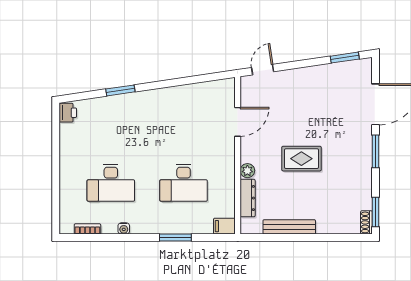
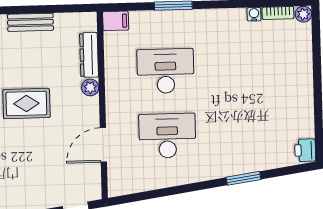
desk: (111, 183) -> (167, 136), moved
plant: (66, 227) -> (303, 14), added
bench: (289, 227) -> (30, 22), width x0.73
water cooler: (124, 228) -> (254, 14), moved

